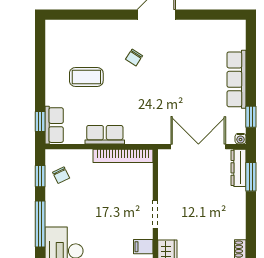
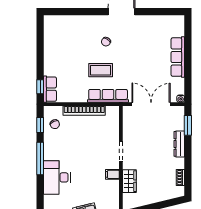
coffee table: (86, 77) -> (101, 70), moved
window: (251, 117) -> (188, 83), removed
row of seats: (105, 135) -> (108, 96), moved, width x1.48
bookcase: (123, 156) -> (84, 111), moved
dresser: (239, 168) -> (179, 144), moved

